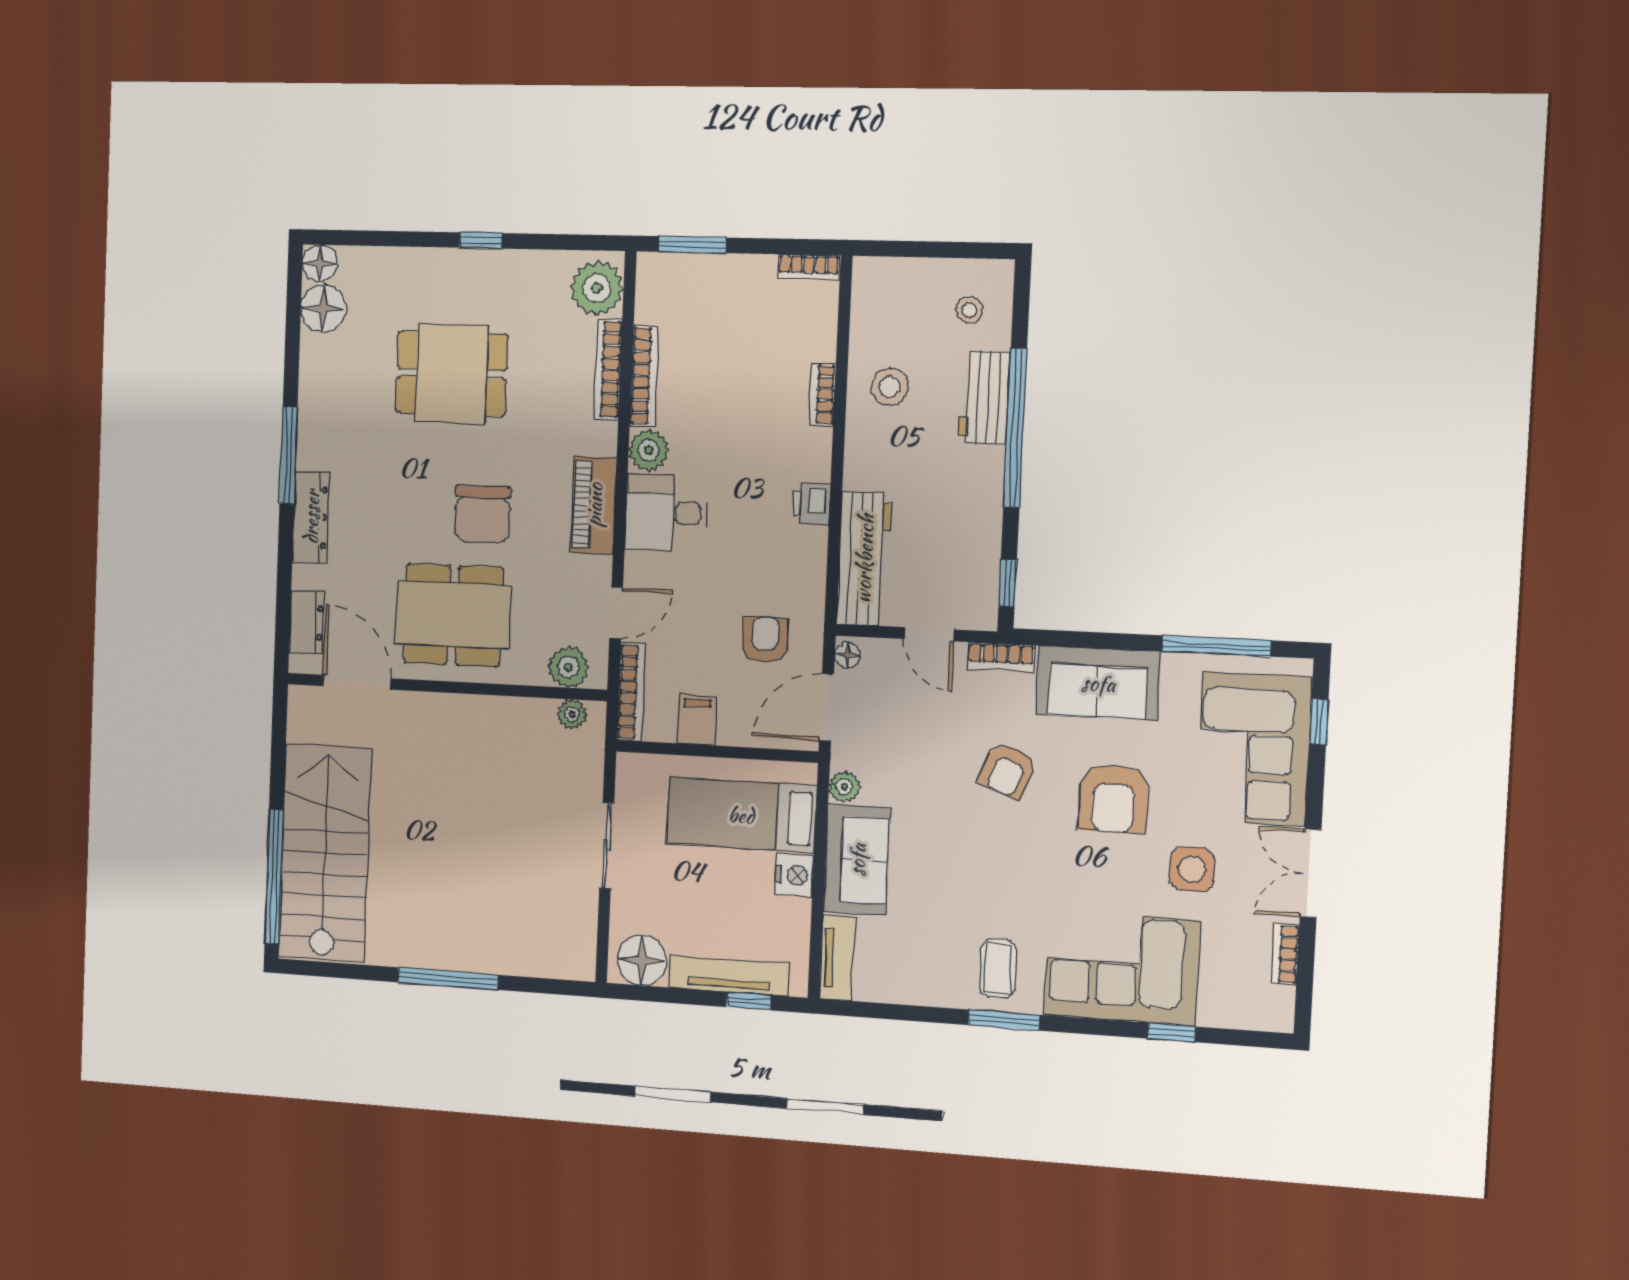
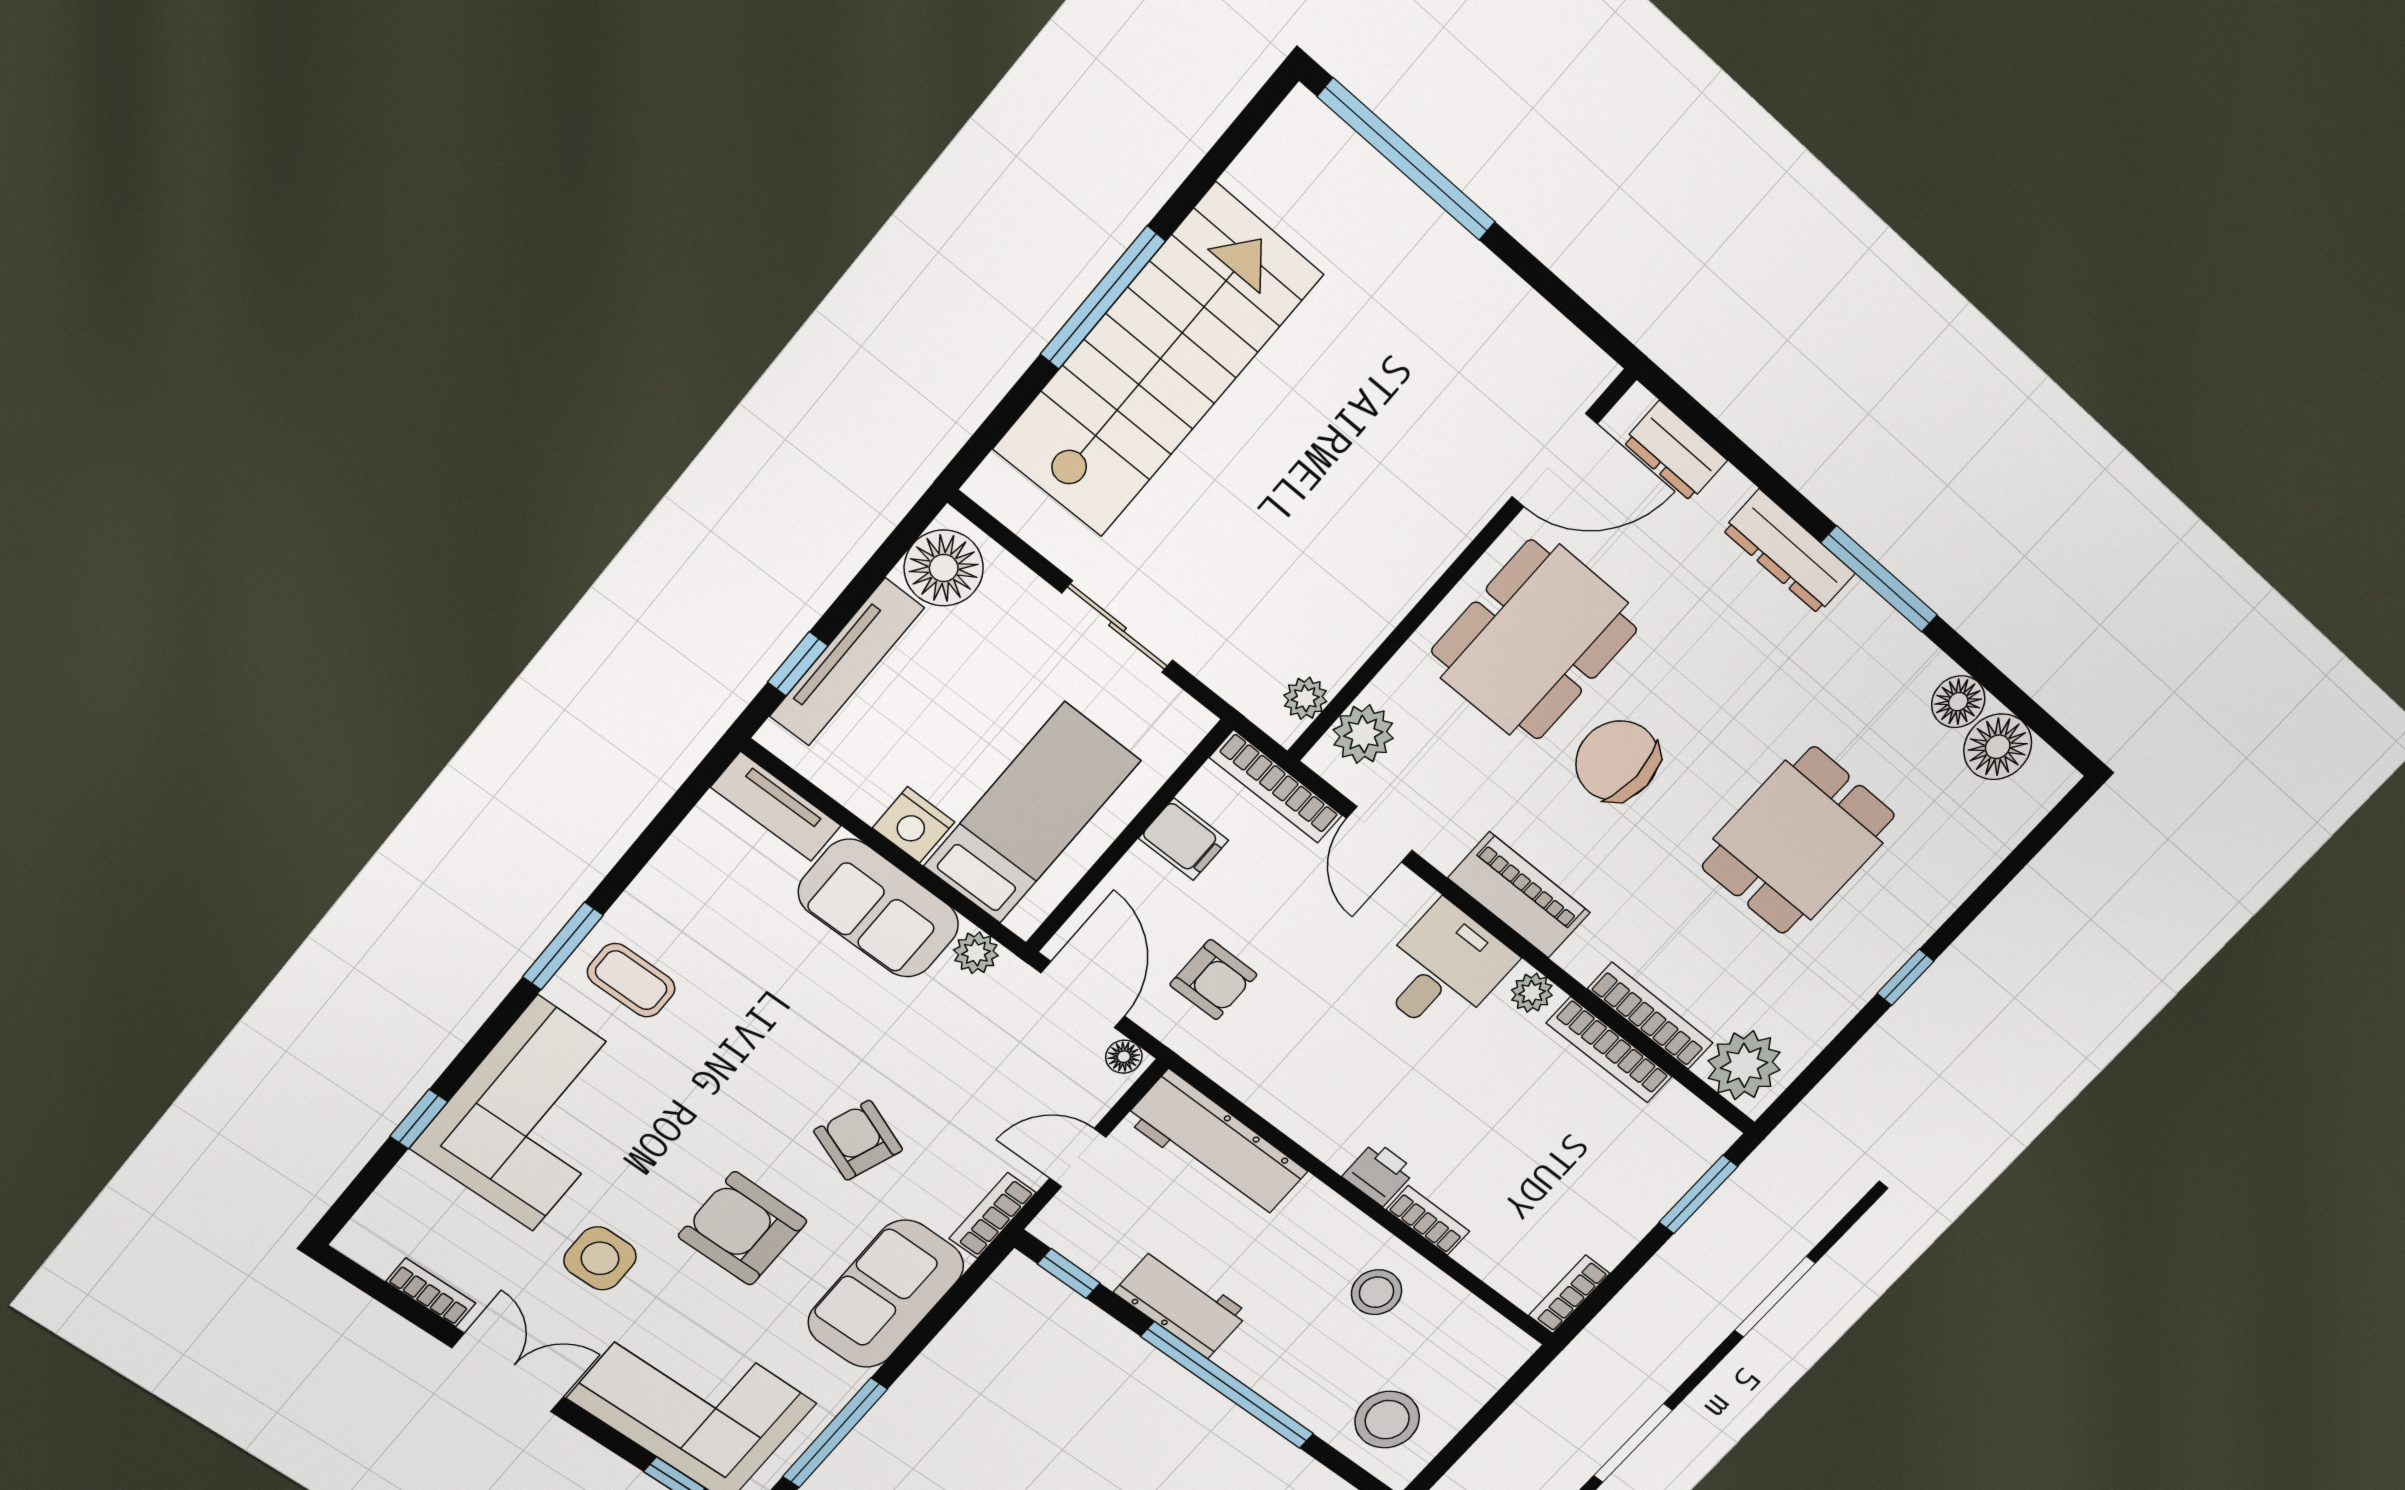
floor lamp: (320, 263) -> (1958, 702), moved
stool: (969, 310) -> (1387, 1420), width x1.89, depth x1.89
workbench: (984, 397) -> (1181, 1303), moved
plant: (649, 450) -> (1532, 993), width x0.73, depth x0.73
printer: (811, 504) -> (1379, 1174), moved
stairs: (325, 853) -> (1157, 362), moved, turned -90

